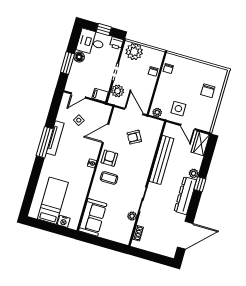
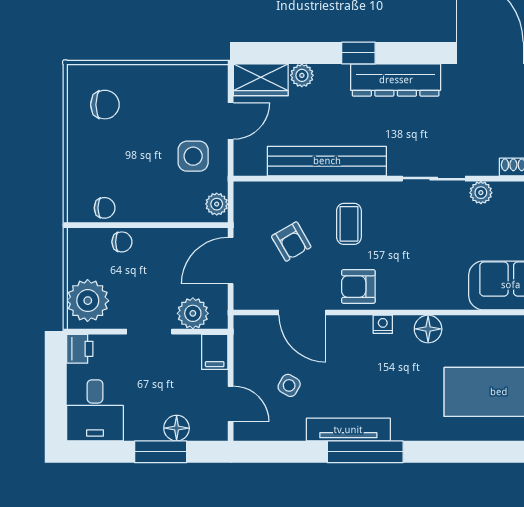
window: (104, 29) -> (56, 388), removed
floor lamp: (79, 57) -> (177, 428), moved
chair: (208, 91) -> (105, 105), moved
plant: (194, 173) -> (302, 75), moved
coffee table: (109, 178) -> (349, 224), moved
floor lamp: (85, 180) -> (428, 329), added

